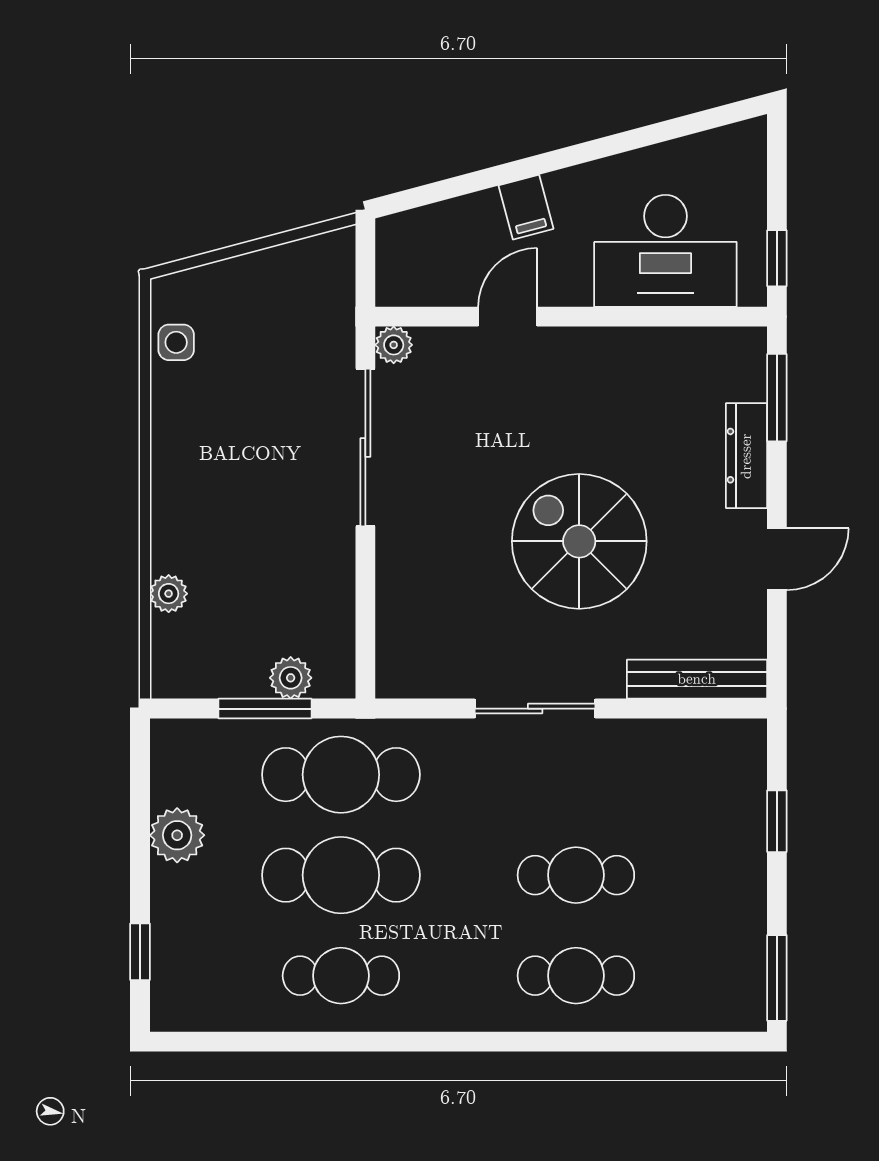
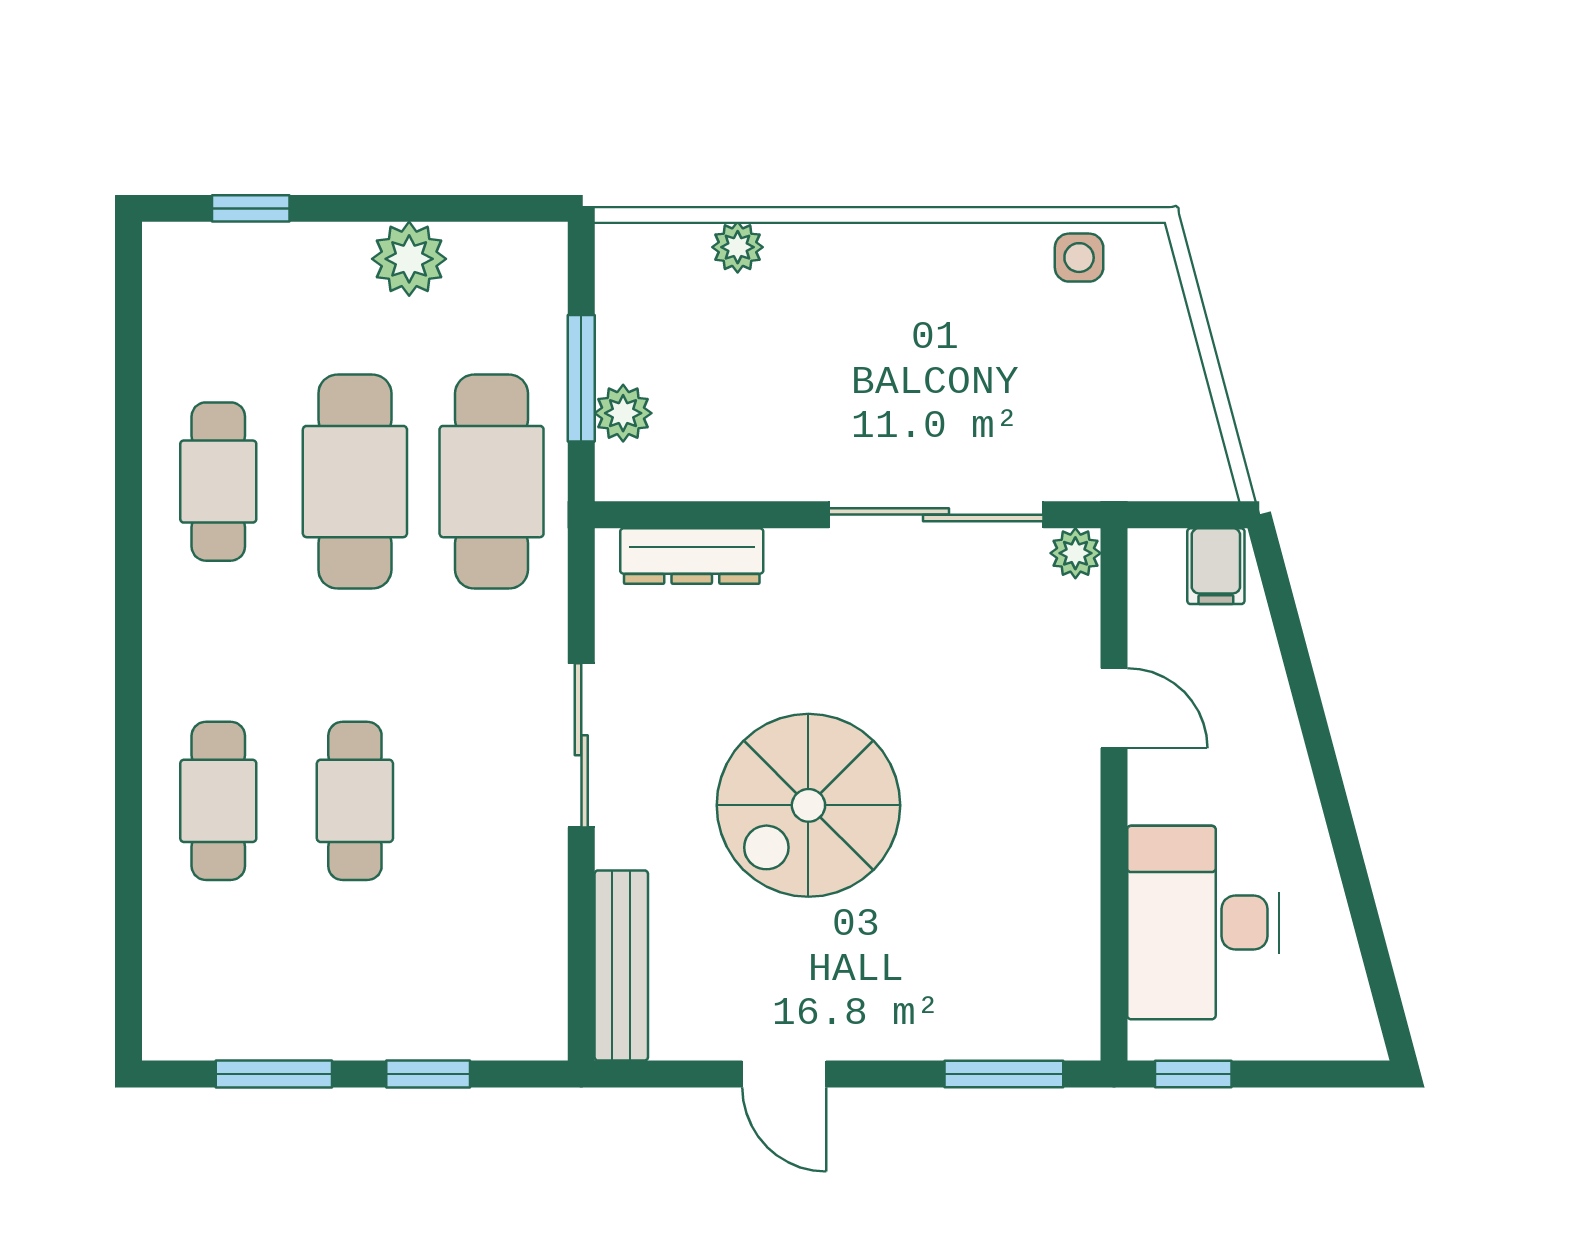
filing cabinet: (526, 207) -> (1216, 566), moved, turned -75
dresser: (746, 456) -> (692, 556), moved, turned 180
spiral stairs: (579, 541) -> (808, 805), turned 180
window: (777, 978) -> (274, 1074), moved

